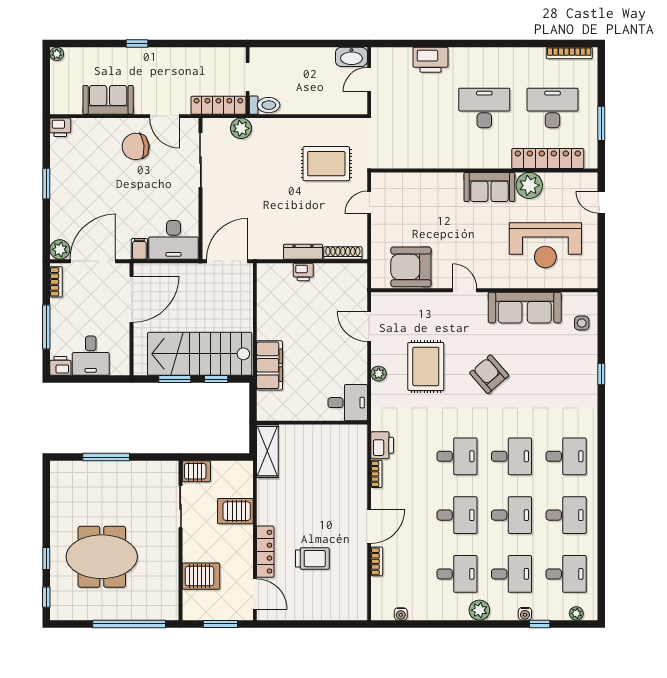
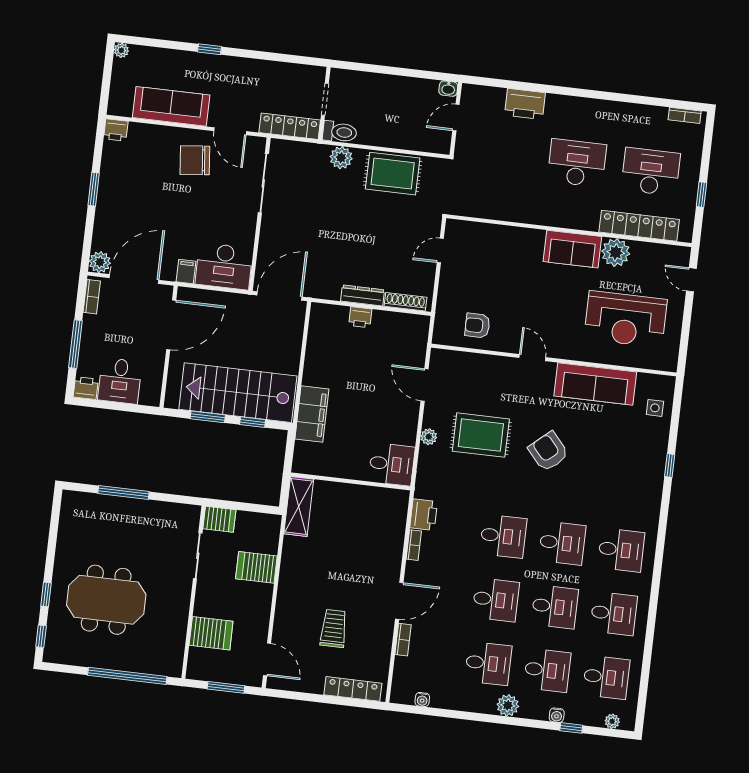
bookcase: (569, 53) -> (685, 115), width x0.64
washbasin: (351, 57) -> (448, 89), width x0.52, depth x0.69
sofa: (108, 100) -> (171, 106), width x1.36
window: (601, 123) -> (701, 195), width x0.67
plant: (241, 128) -> (341, 158), moved
rug: (326, 164) -> (393, 174), moved
armchair: (411, 267) -> (477, 326), width x0.53, depth x0.53
rug: (426, 366) -> (481, 435), turned 90
locker: (265, 552) -> (353, 689), moved, turned -90
trolley: (312, 559) -> (334, 628), turned -90

